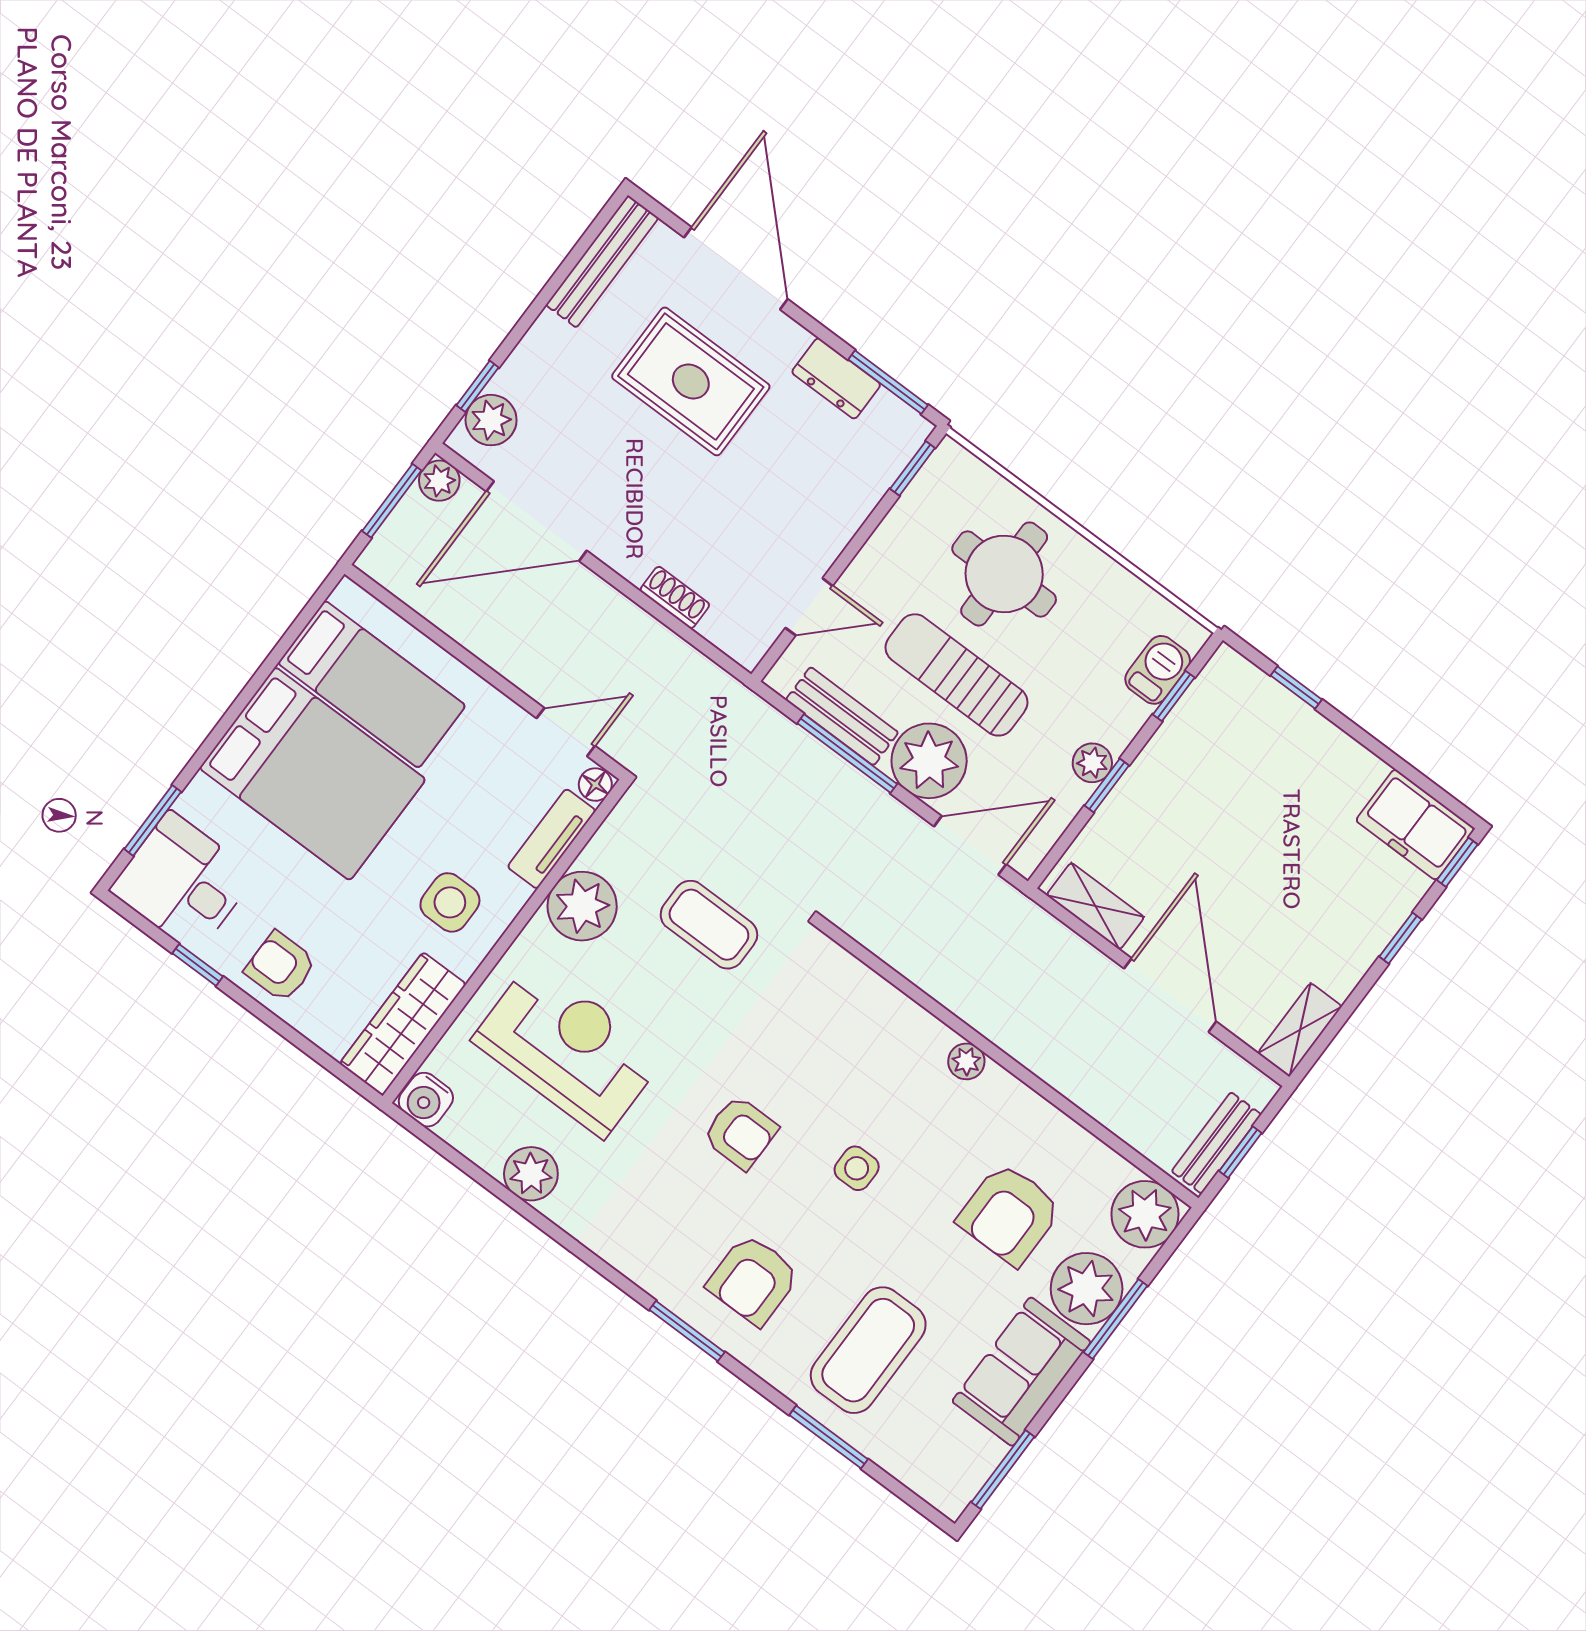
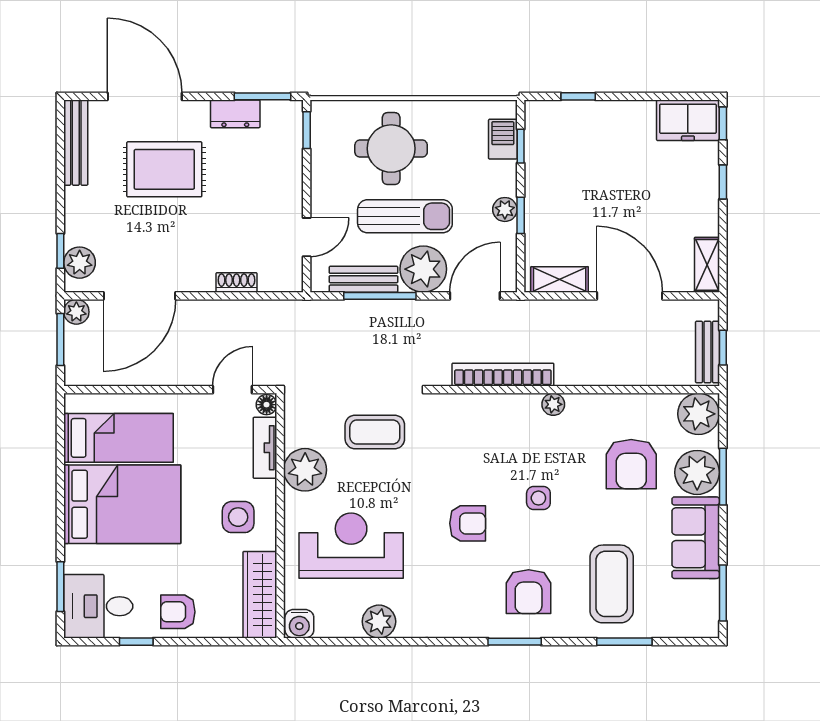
sun lounger: (957, 675) -> (405, 216), turned 180
bookcase: (930, 974) -> (503, 375), added

